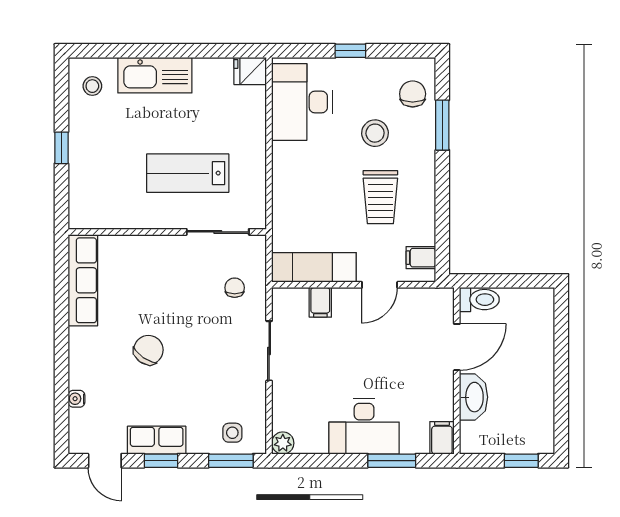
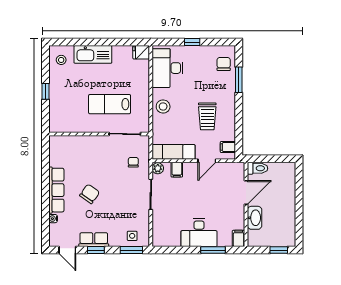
stool: (375, 133) -> (163, 106), moved
row of seats: (83, 280) -> (56, 190), moved
plant: (283, 443) -> (158, 168), moved

